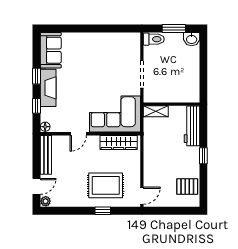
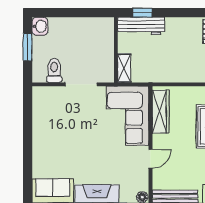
toilet: (154, 39) -> (54, 70), moved
door: (78, 134) -> (150, 159), hinge flipped
window: (203, 156) -> (142, 13), moved

